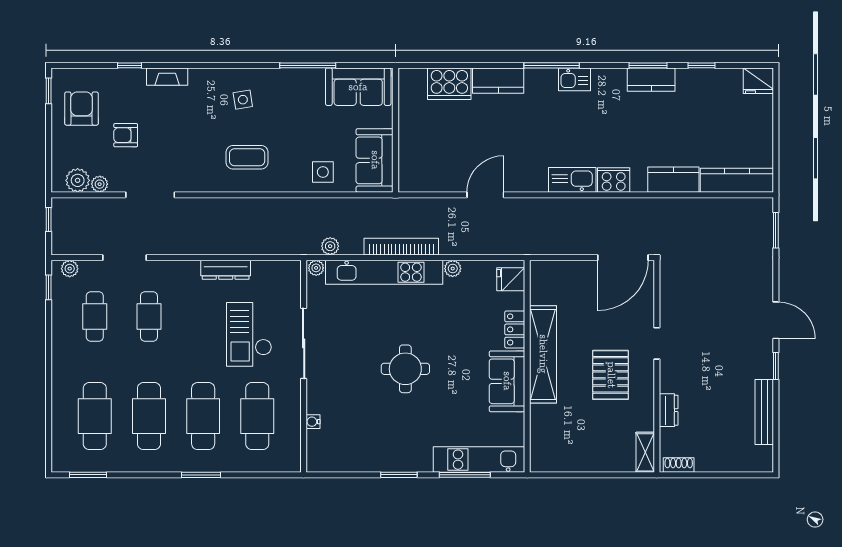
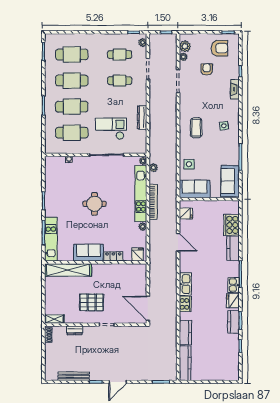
fridge: (758, 81) -> (233, 301), moved
fridge: (426, 179) -> (186, 214), added
shelving: (543, 354) -> (68, 270), moved

